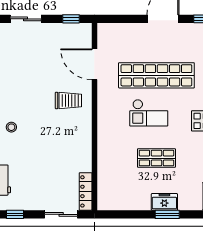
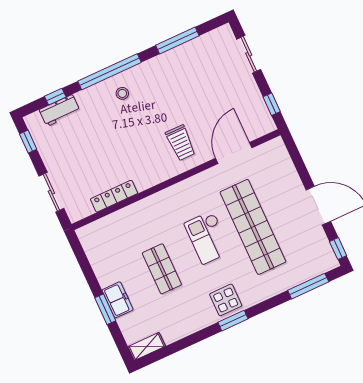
locker: (86, 191) -> (114, 196), moved

